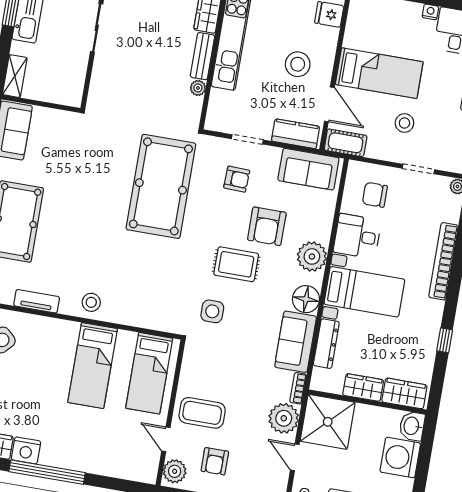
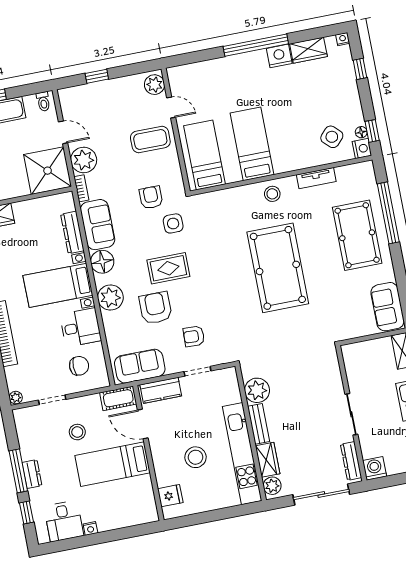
stool: (298, 64) -> (196, 457), moved
plant: (198, 88) -> (257, 390), width x1.88, depth x1.88
pool table: (161, 186) -> (278, 268), moved
wardrobe: (363, 388) -> (30, 209), removed
armchair: (215, 461) -> (151, 197), moved

